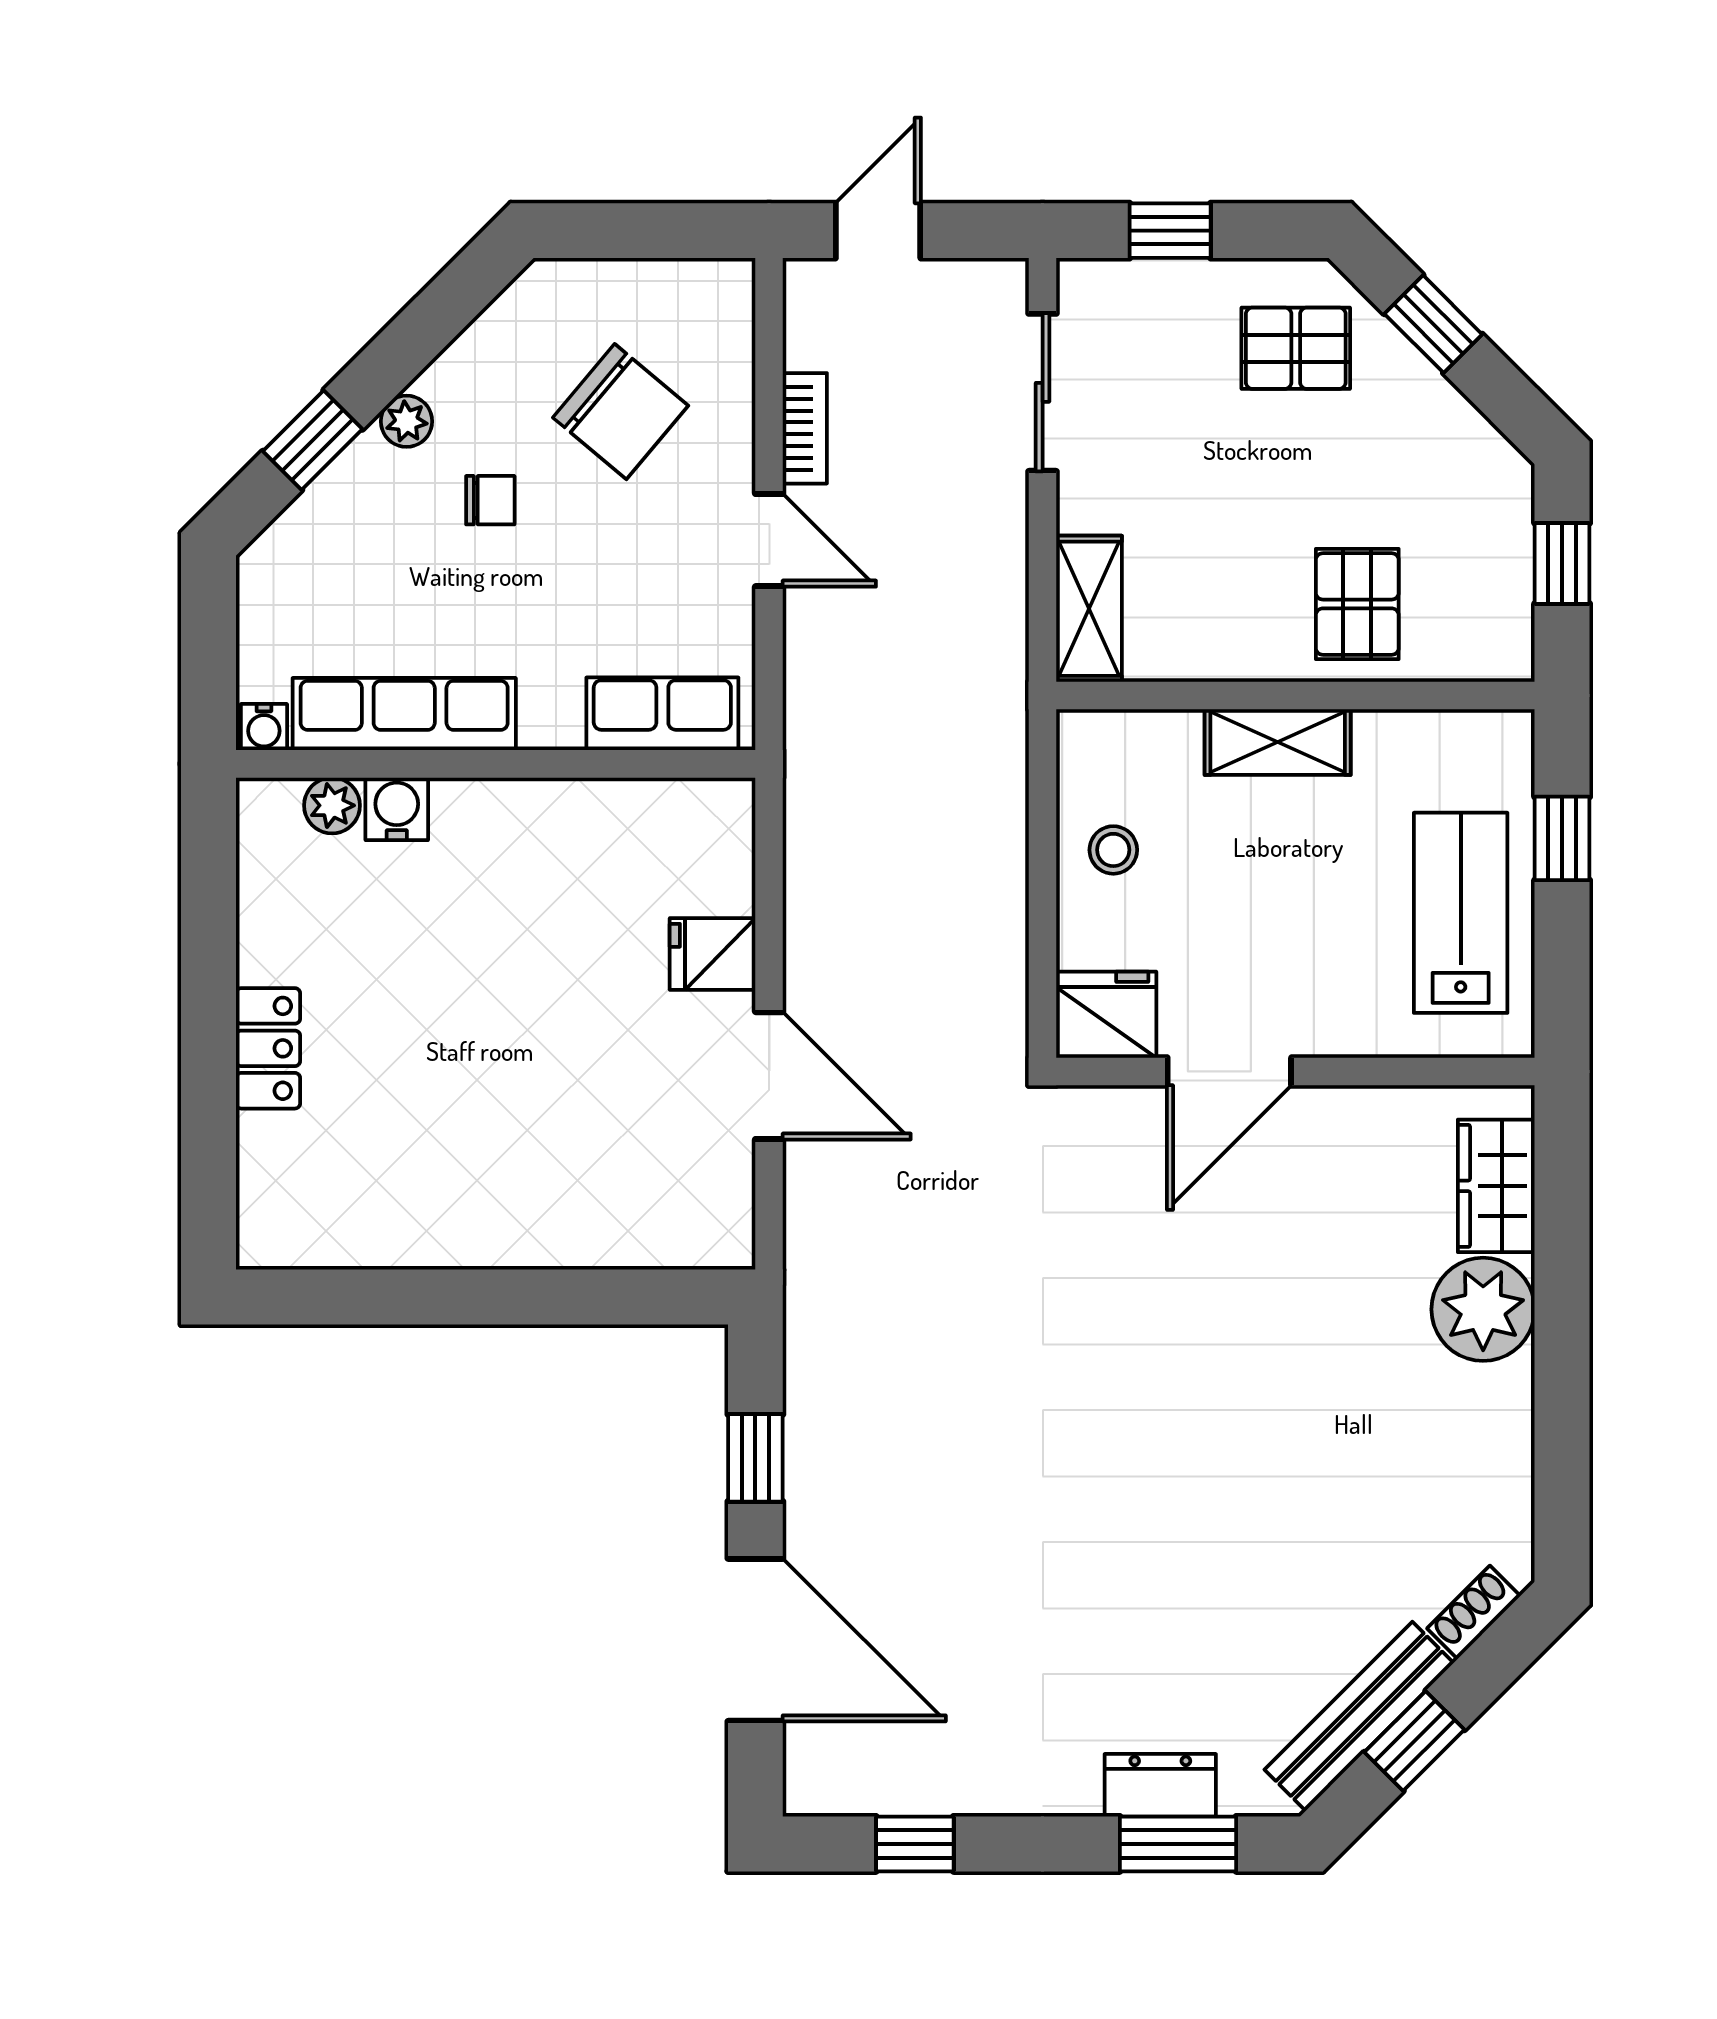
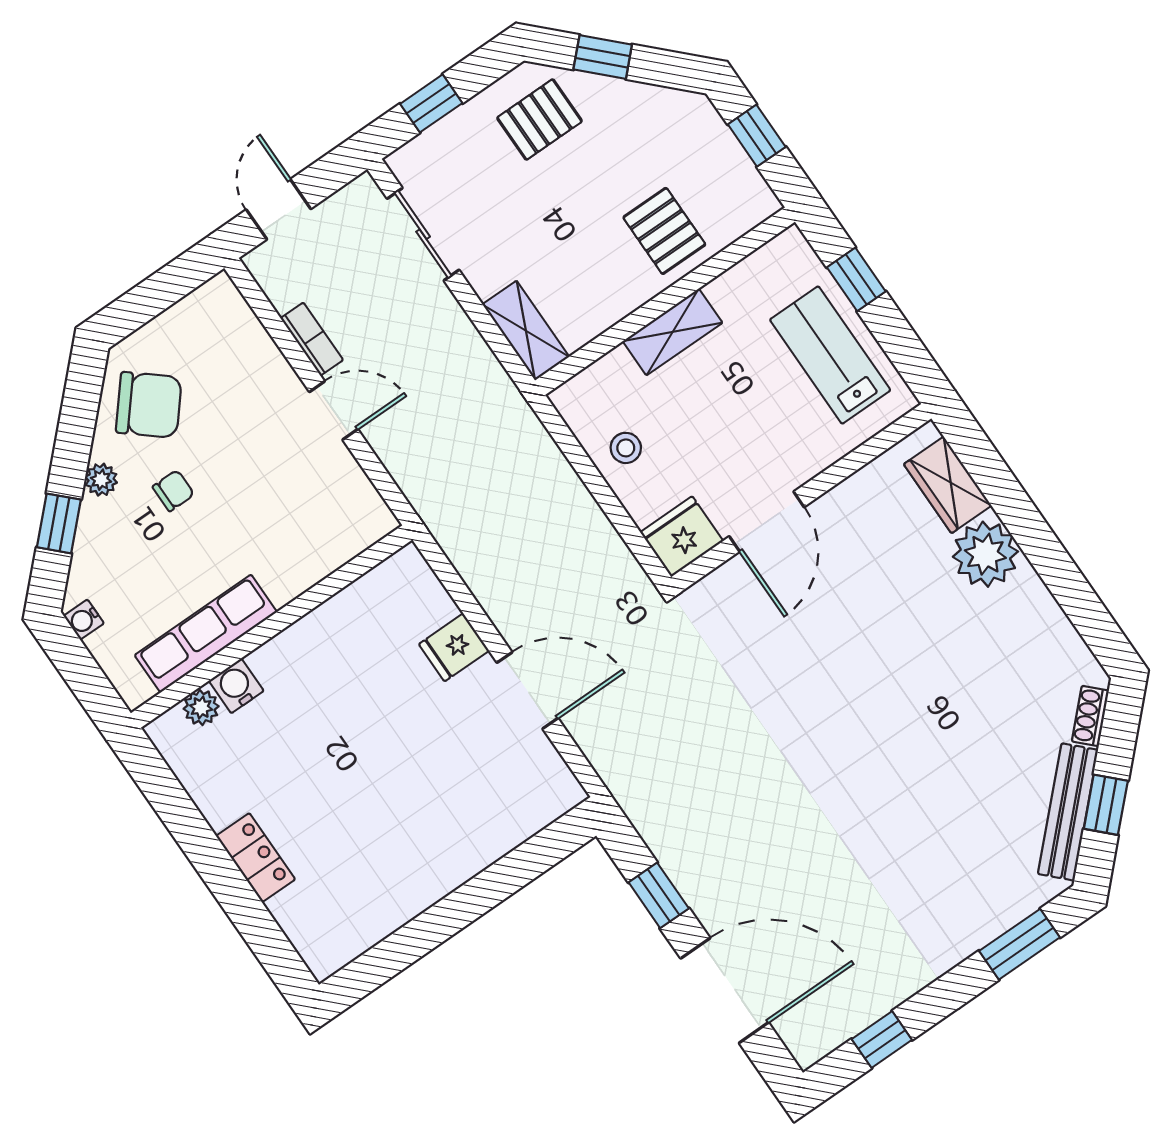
chair: (621, 412) -> (149, 405), moved
row of seats: (662, 714) -> (341, 540), removed
water cooler: (264, 727) -> (84, 620), moved, turned 90
dresser: (1160, 1785) -> (989, 920), removed

